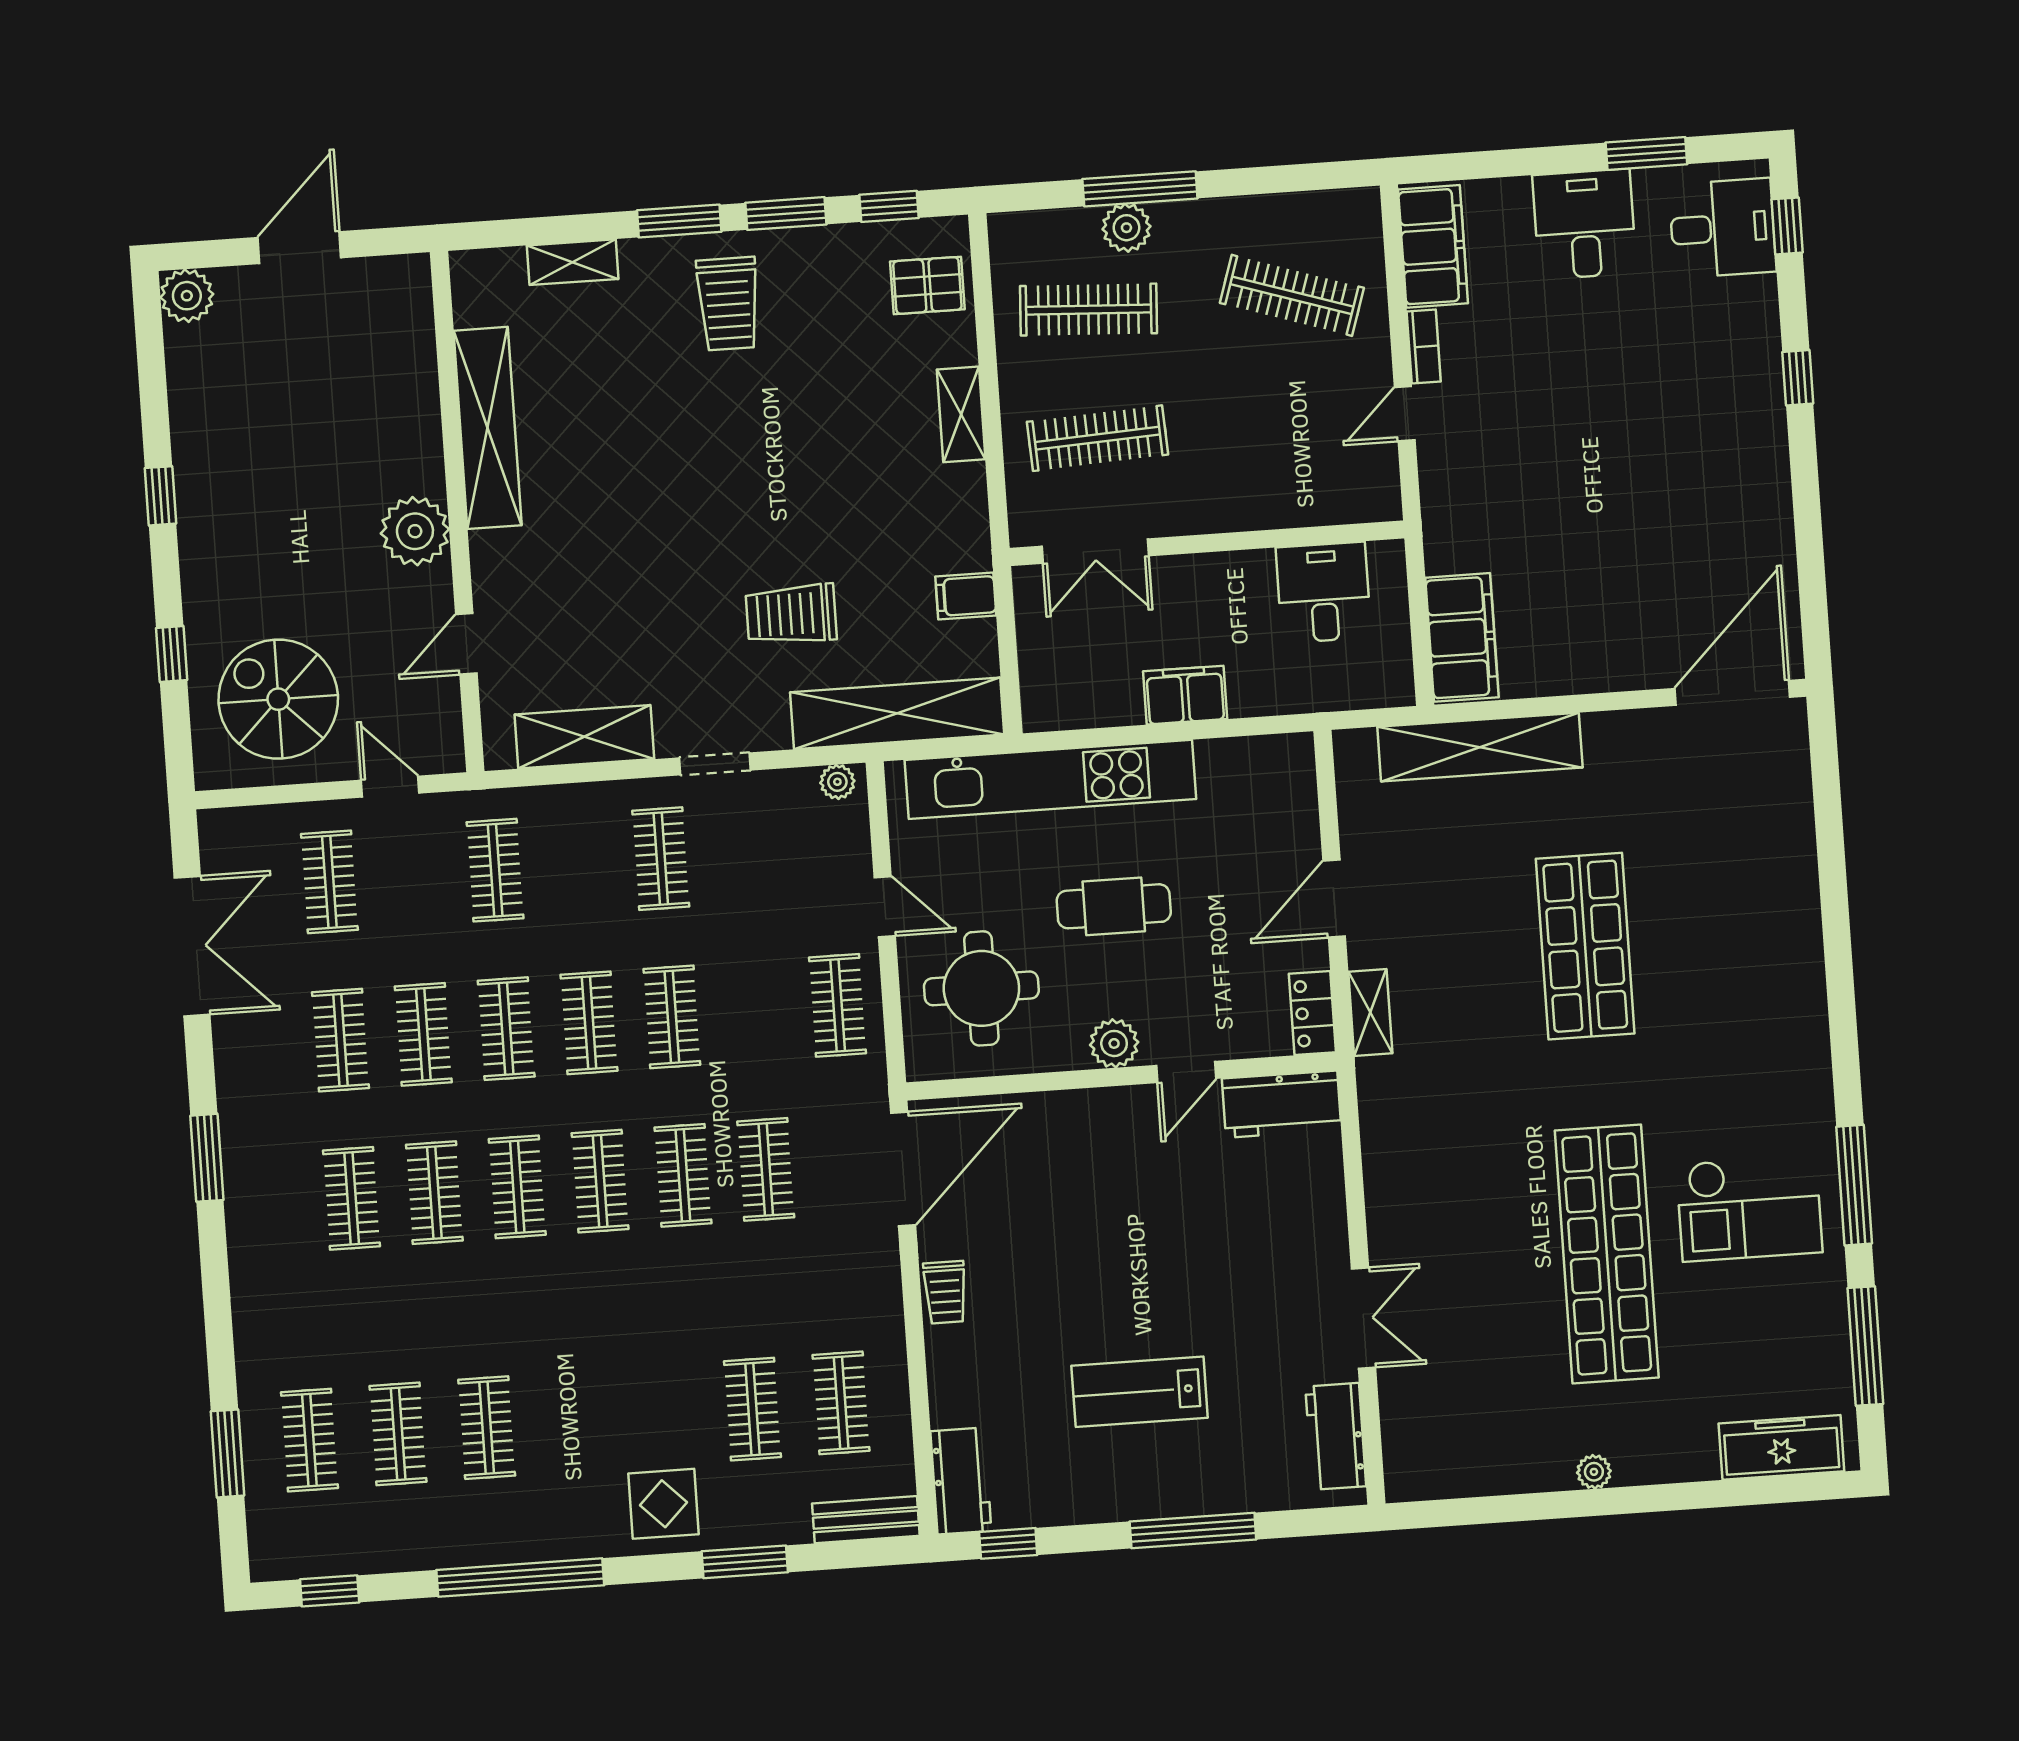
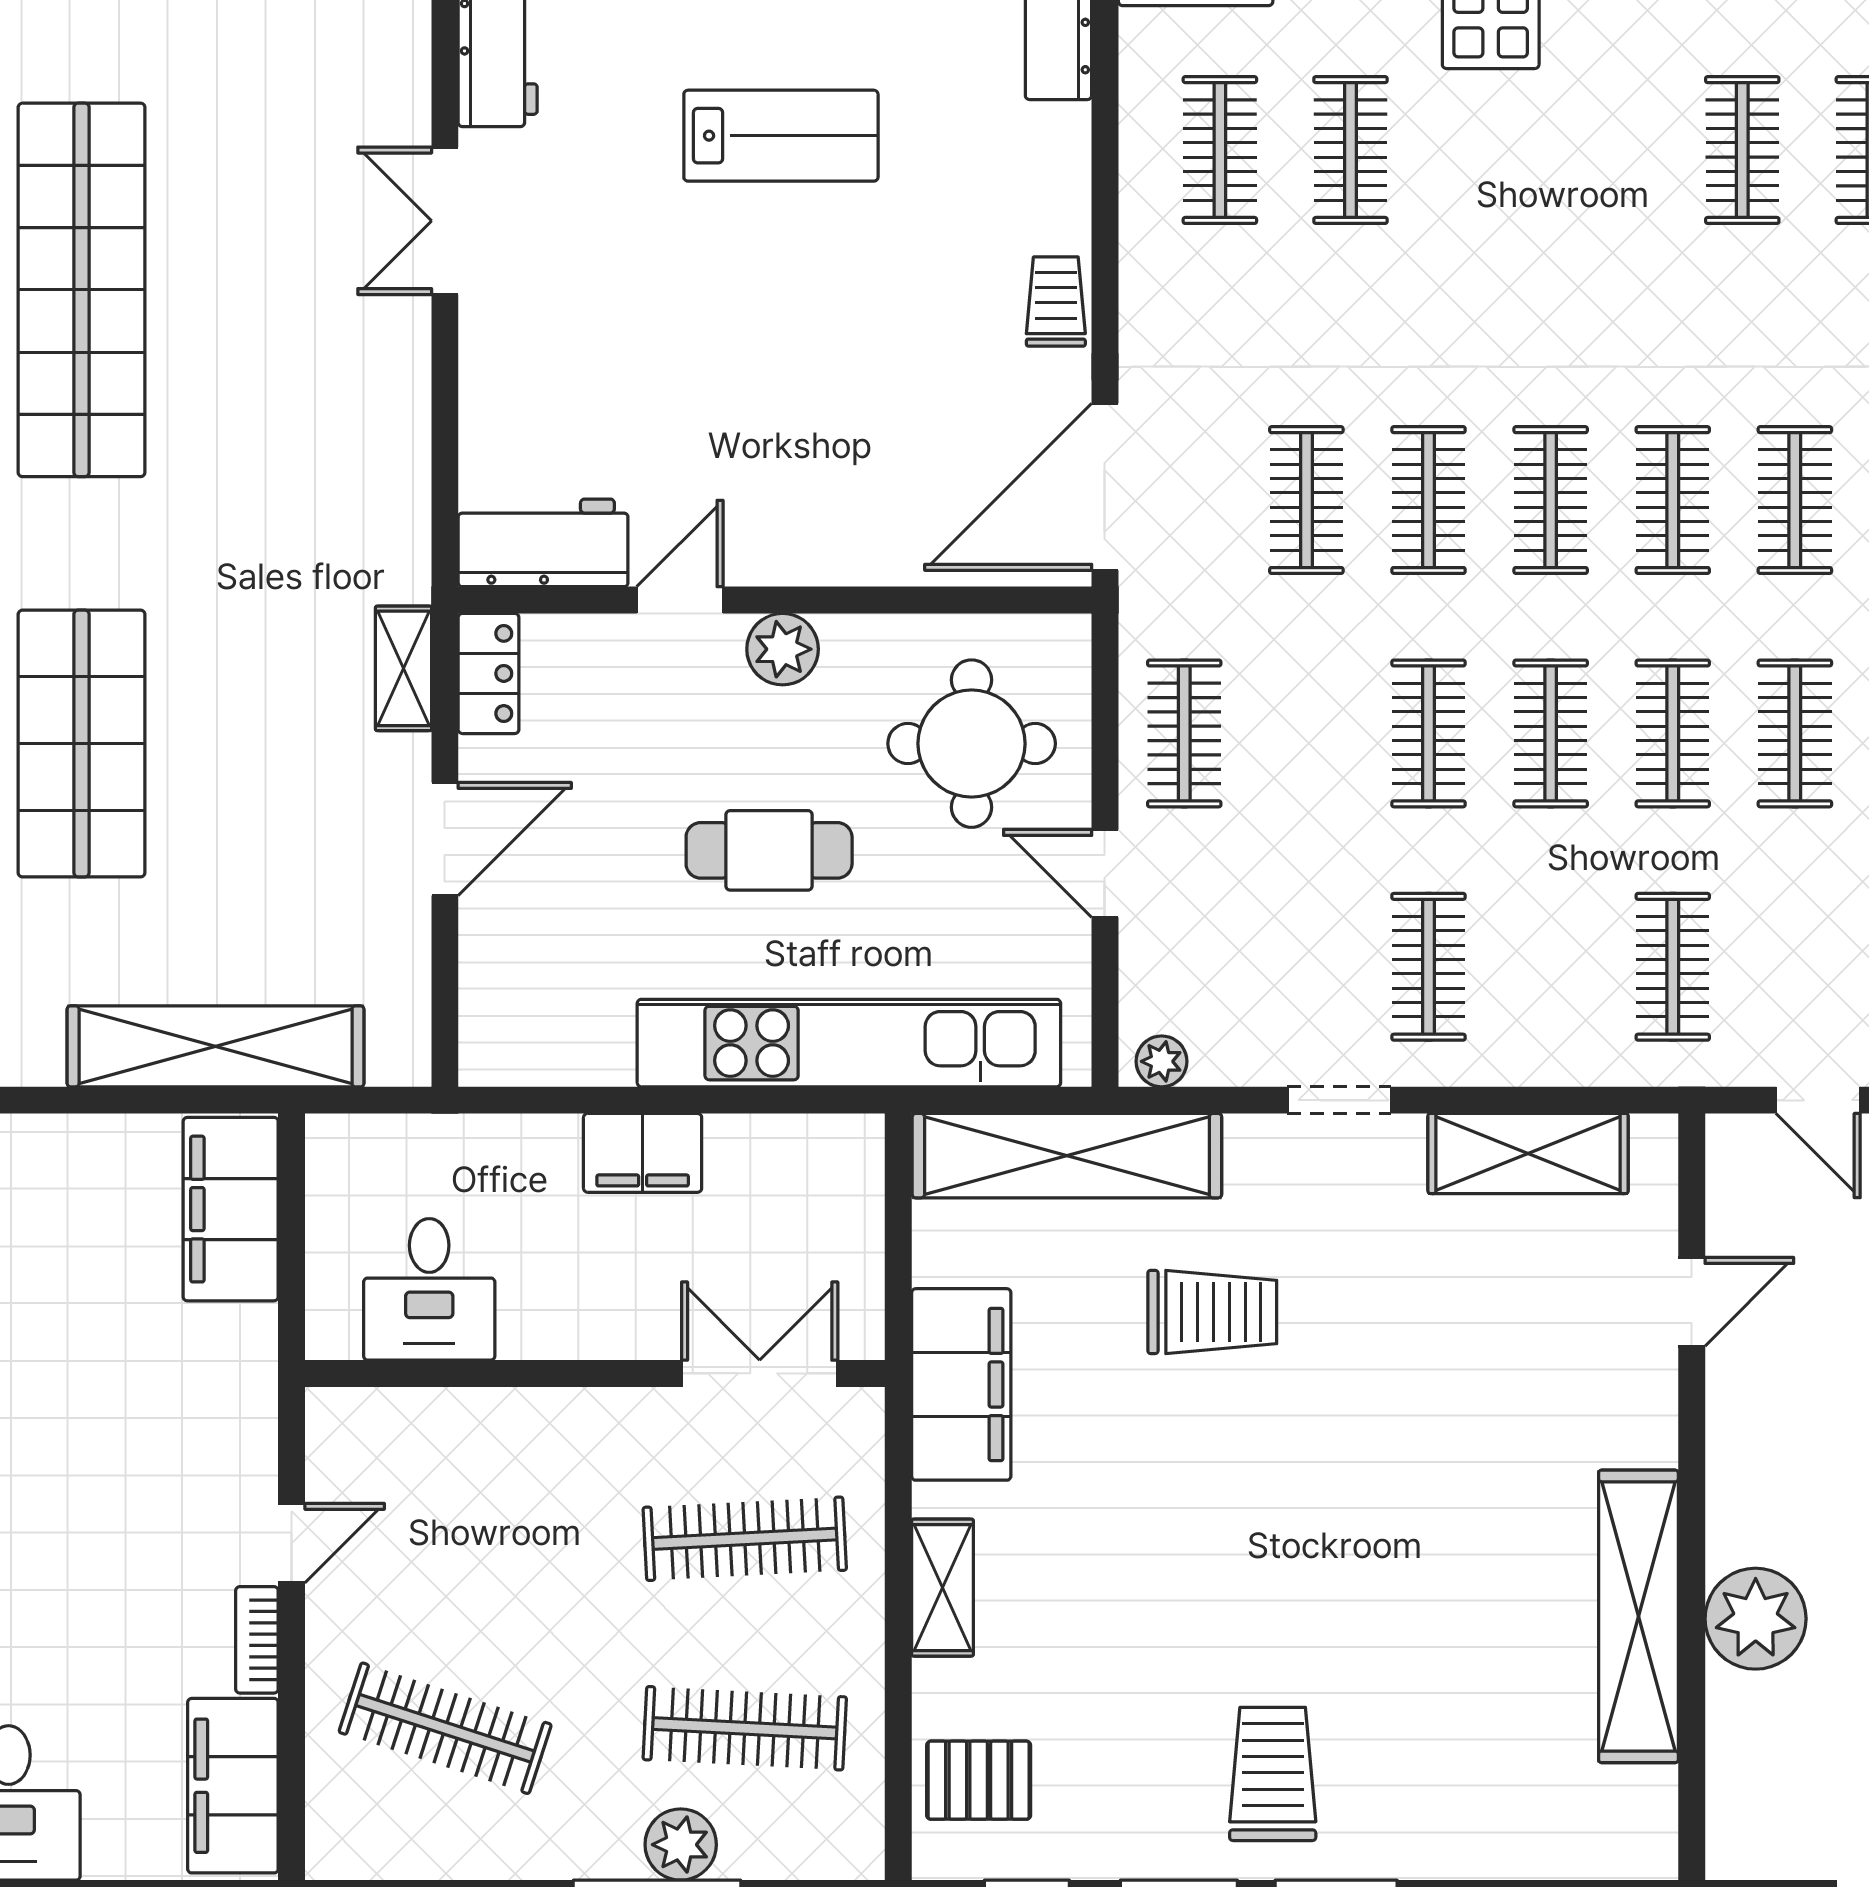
shelving: (573, 262) -> (1497, 1851), removed
plant: (415, 531) -> (1756, 1619), moved
filing cabinet: (966, 596) -> (961, 1384), width x3.00, depth x1.17

